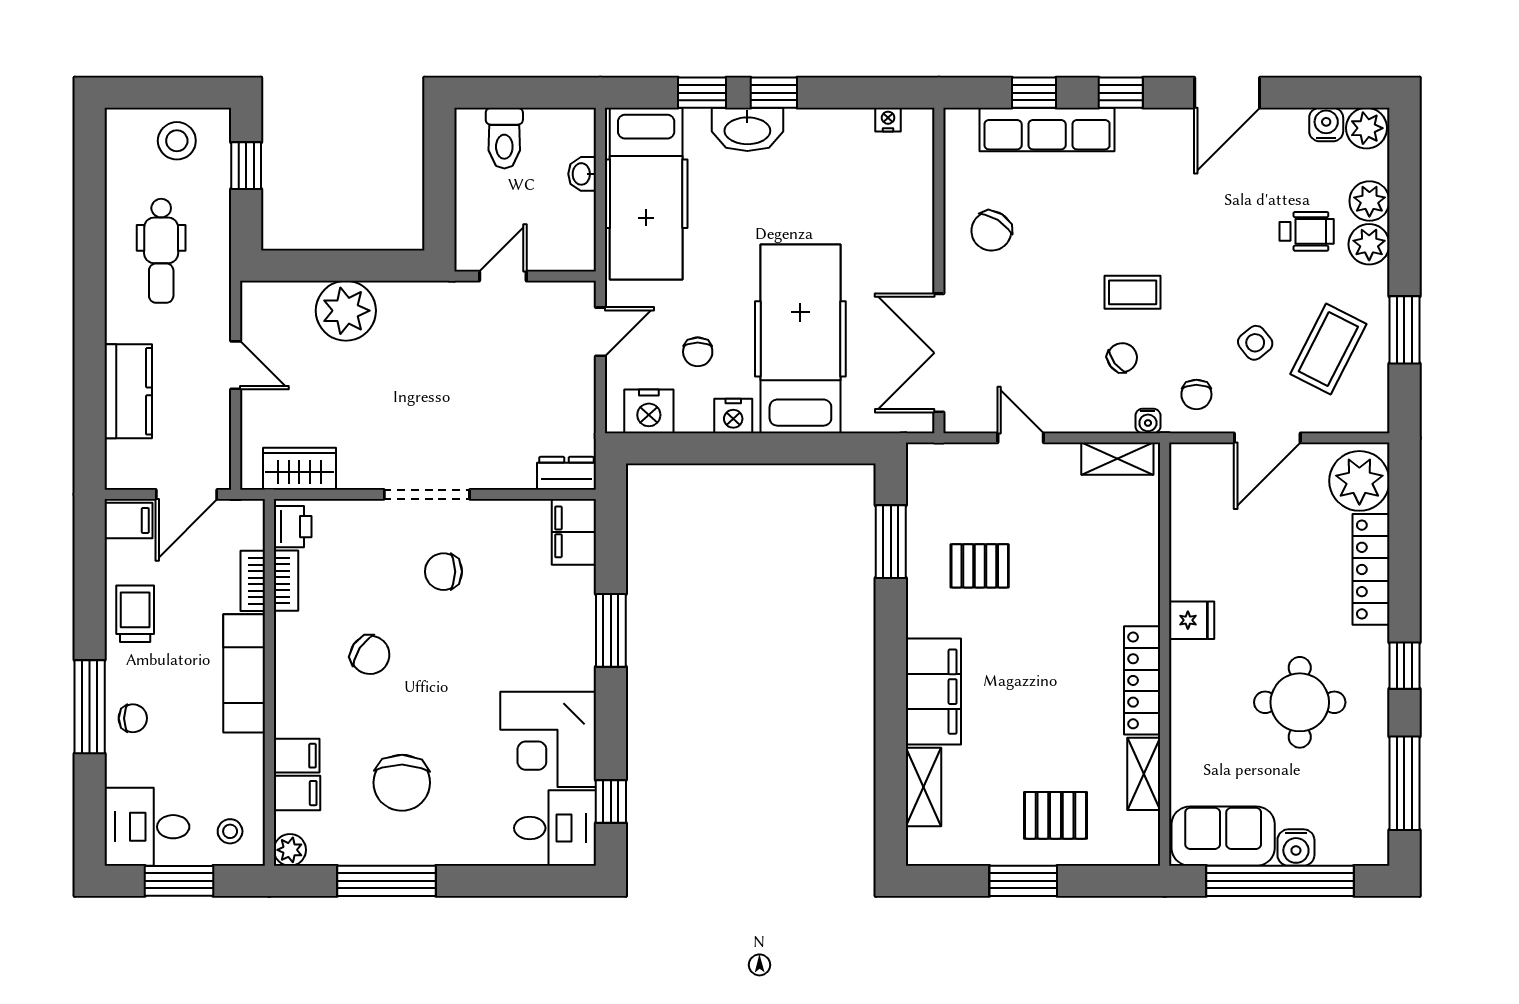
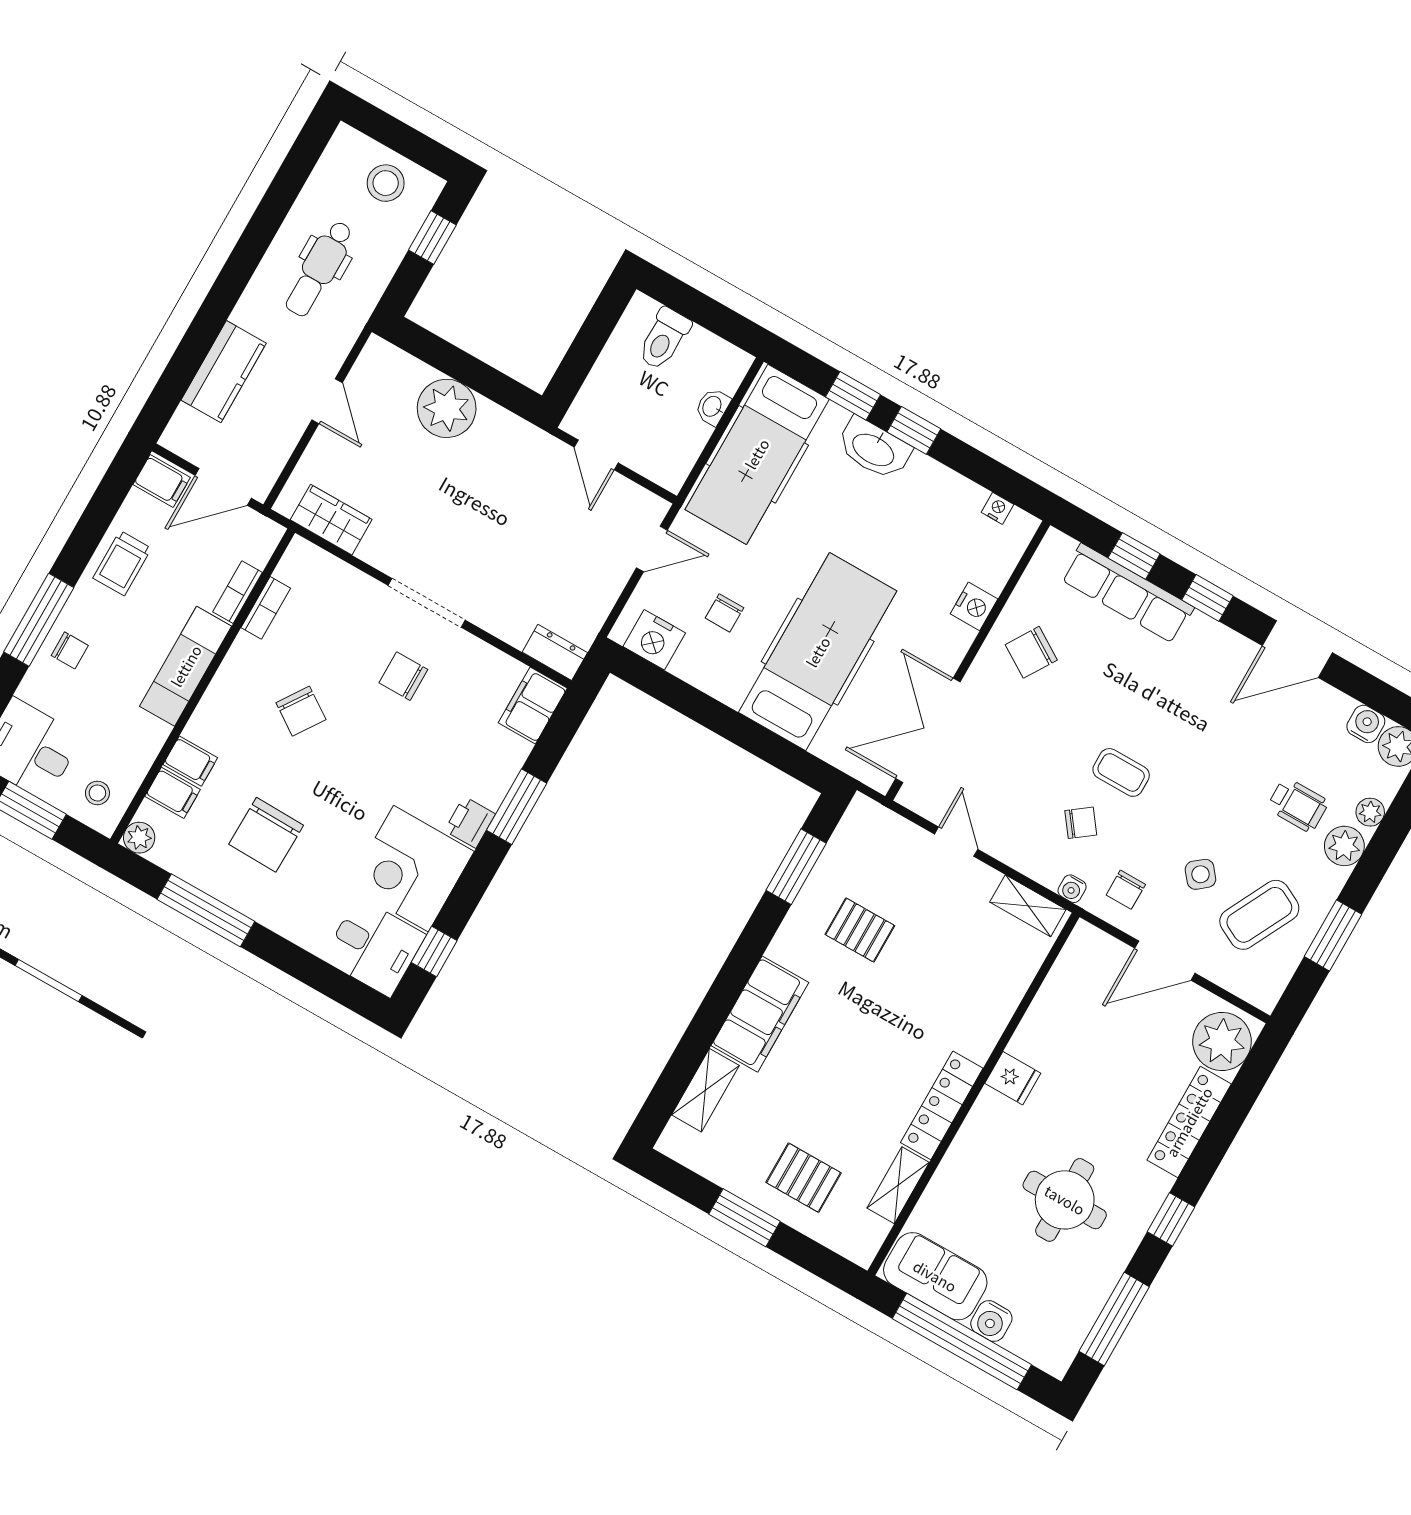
plant: (1369, 201) -> (1370, 812), width x0.73, depth x0.73
door: (503, 276) -> (596, 455), swing flipped
nightstand: (733, 416) -> (974, 606), moved, turned -90
printer: (293, 527) -> (470, 822), moved, turned 180
trolley: (135, 614) -> (122, 563), turned 180

